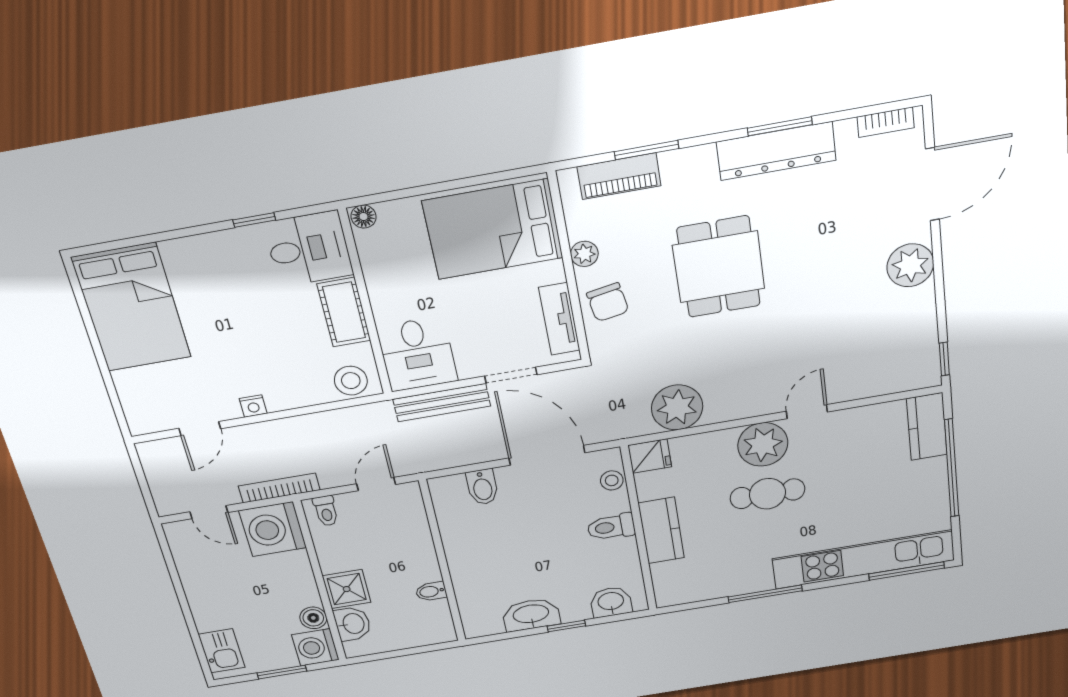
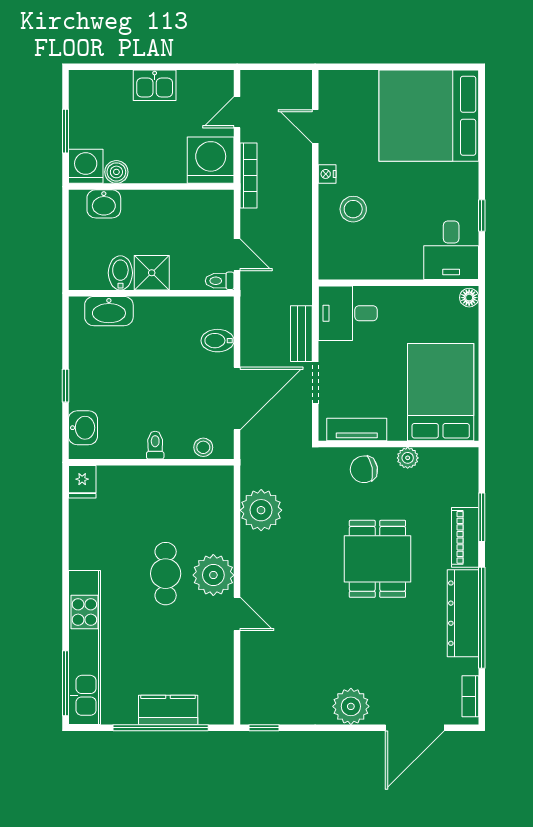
window: (780, 126) -> (482, 618), width x2.11
piano: (619, 176) -> (465, 537), moved
door: (932, 184) -> (415, 728), hinge flipped
dining table: (719, 267) -> (377, 559), turned 90
bed: (132, 308) -> (429, 116), width x1.36
cot: (344, 312) -> (394, 265), removed
stool: (351, 381) -> (353, 209), moved
bench: (442, 403) -> (301, 334), width x0.73
kitchen counter: (927, 427) -> (168, 710), moved
fridge: (650, 456) -> (82, 482), moved
toilet: (326, 511) -> (220, 281), moved
toilet: (611, 527) -> (155, 445), width x0.73, depth x0.72
kitchen counter: (661, 531) -> (147, 481), removed
shower: (347, 589) -> (152, 273), moved
bidet: (431, 591) -> (120, 273), width x1.38, depth x1.36
window: (765, 594) -> (65, 560), removed
washbasin: (531, 615) -> (109, 311), moved, turned 90
kitchen sink: (222, 651) -> (155, 85), moved

